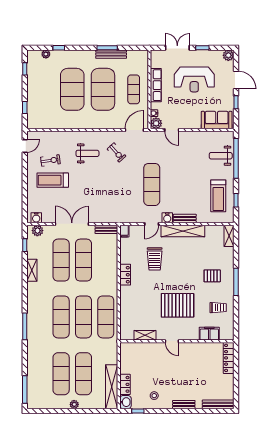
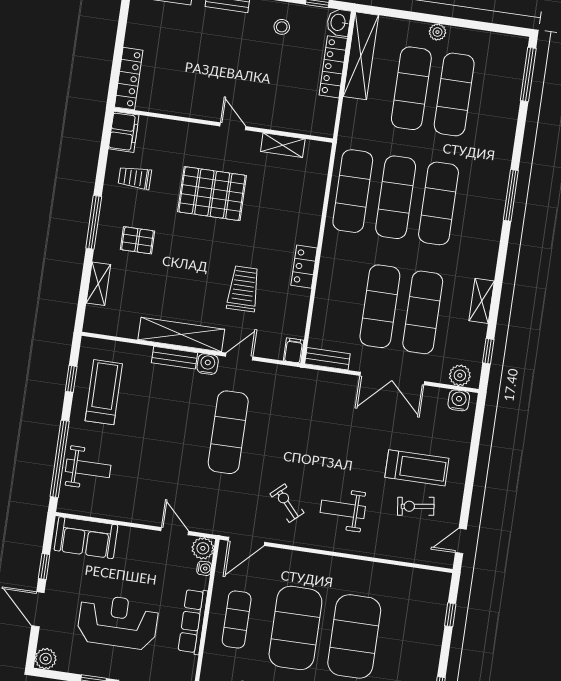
shelving: (229, 236) -> (98, 284), moved
filing cabinet: (209, 334) -> (124, 132), moved, turned -90
locker: (125, 384) -> (333, 67), width x1.53

